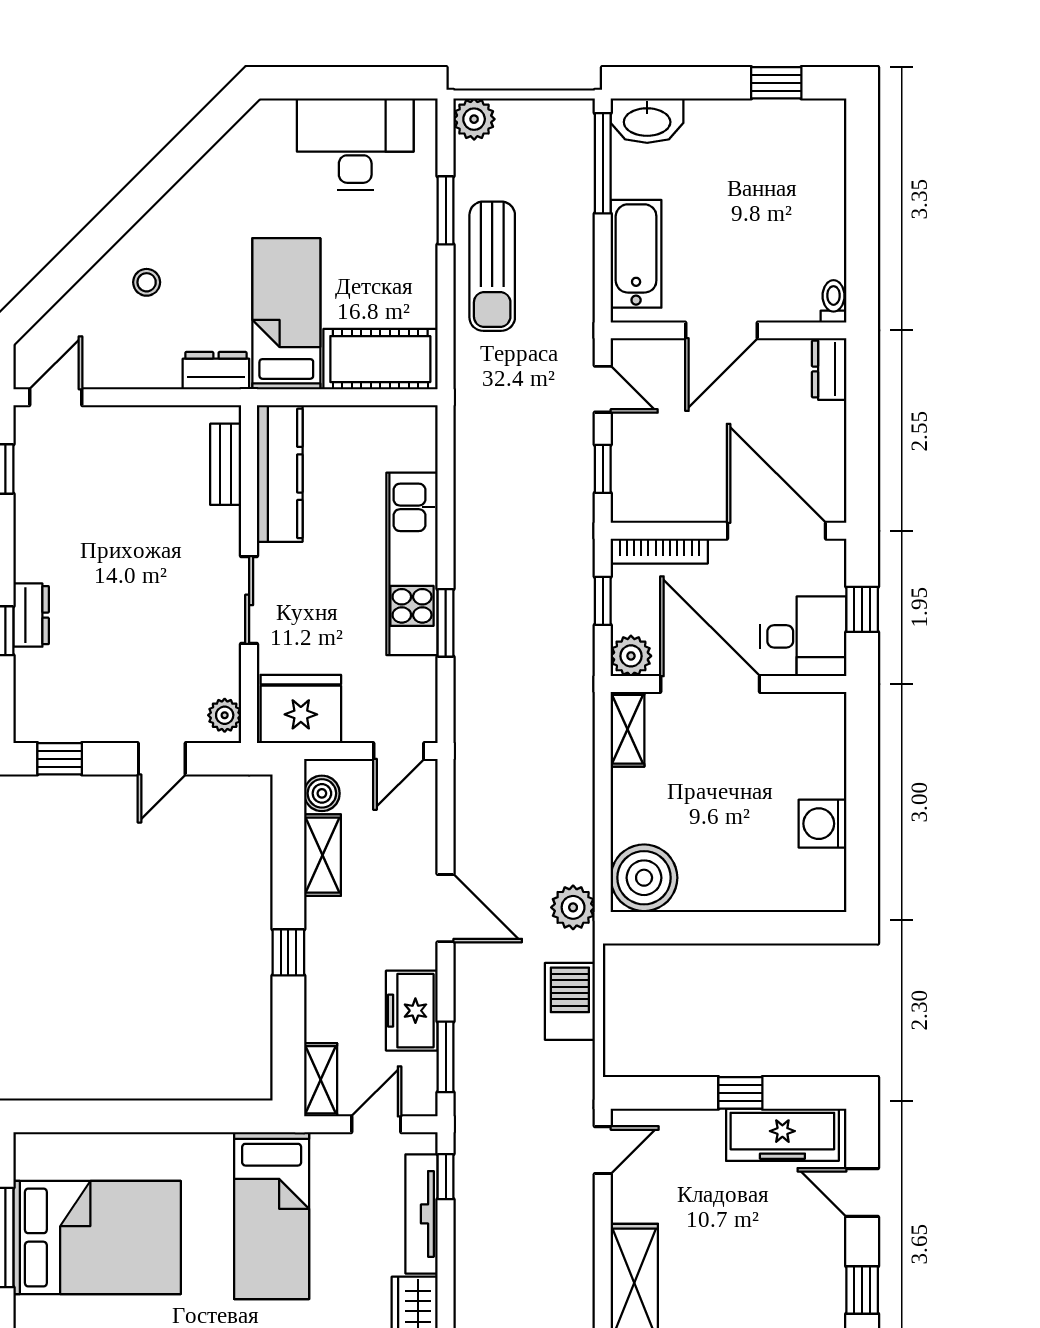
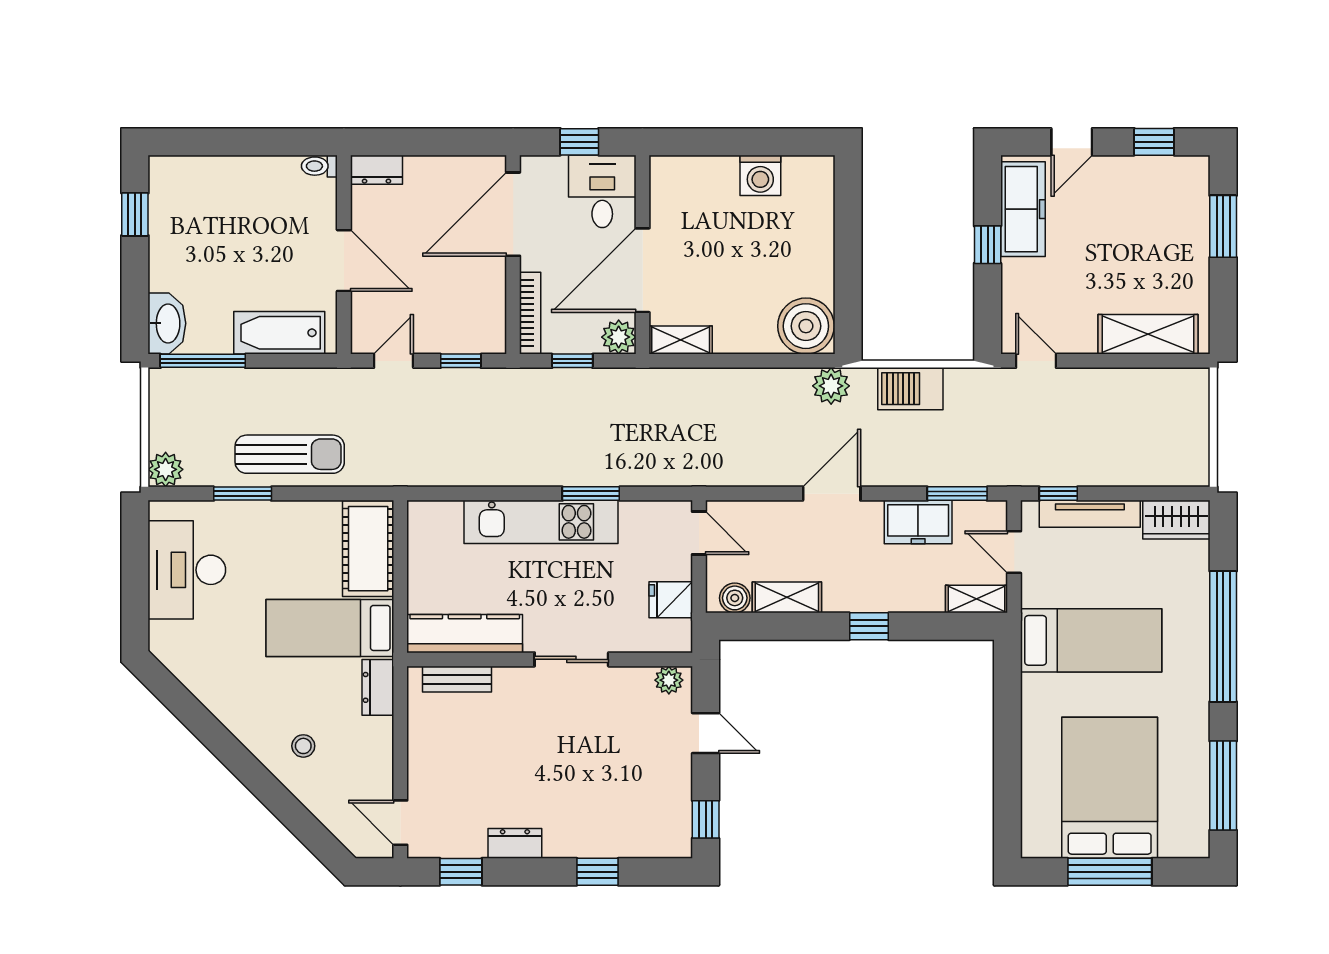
dresser: (31, 615) -> (515, 843), moved
fridge: (301, 709) -> (671, 600), width x0.53, depth x0.75

